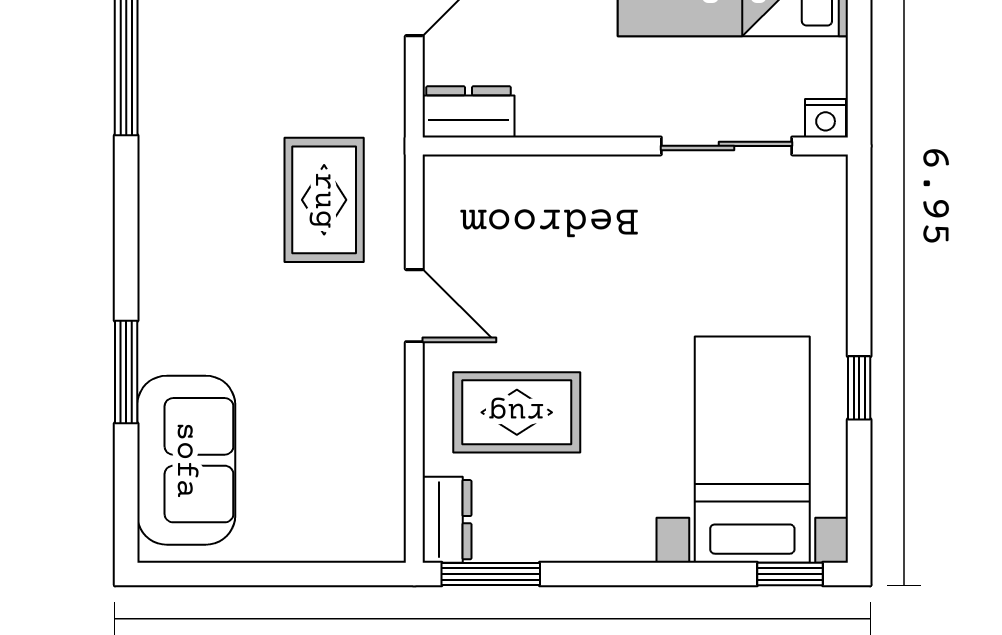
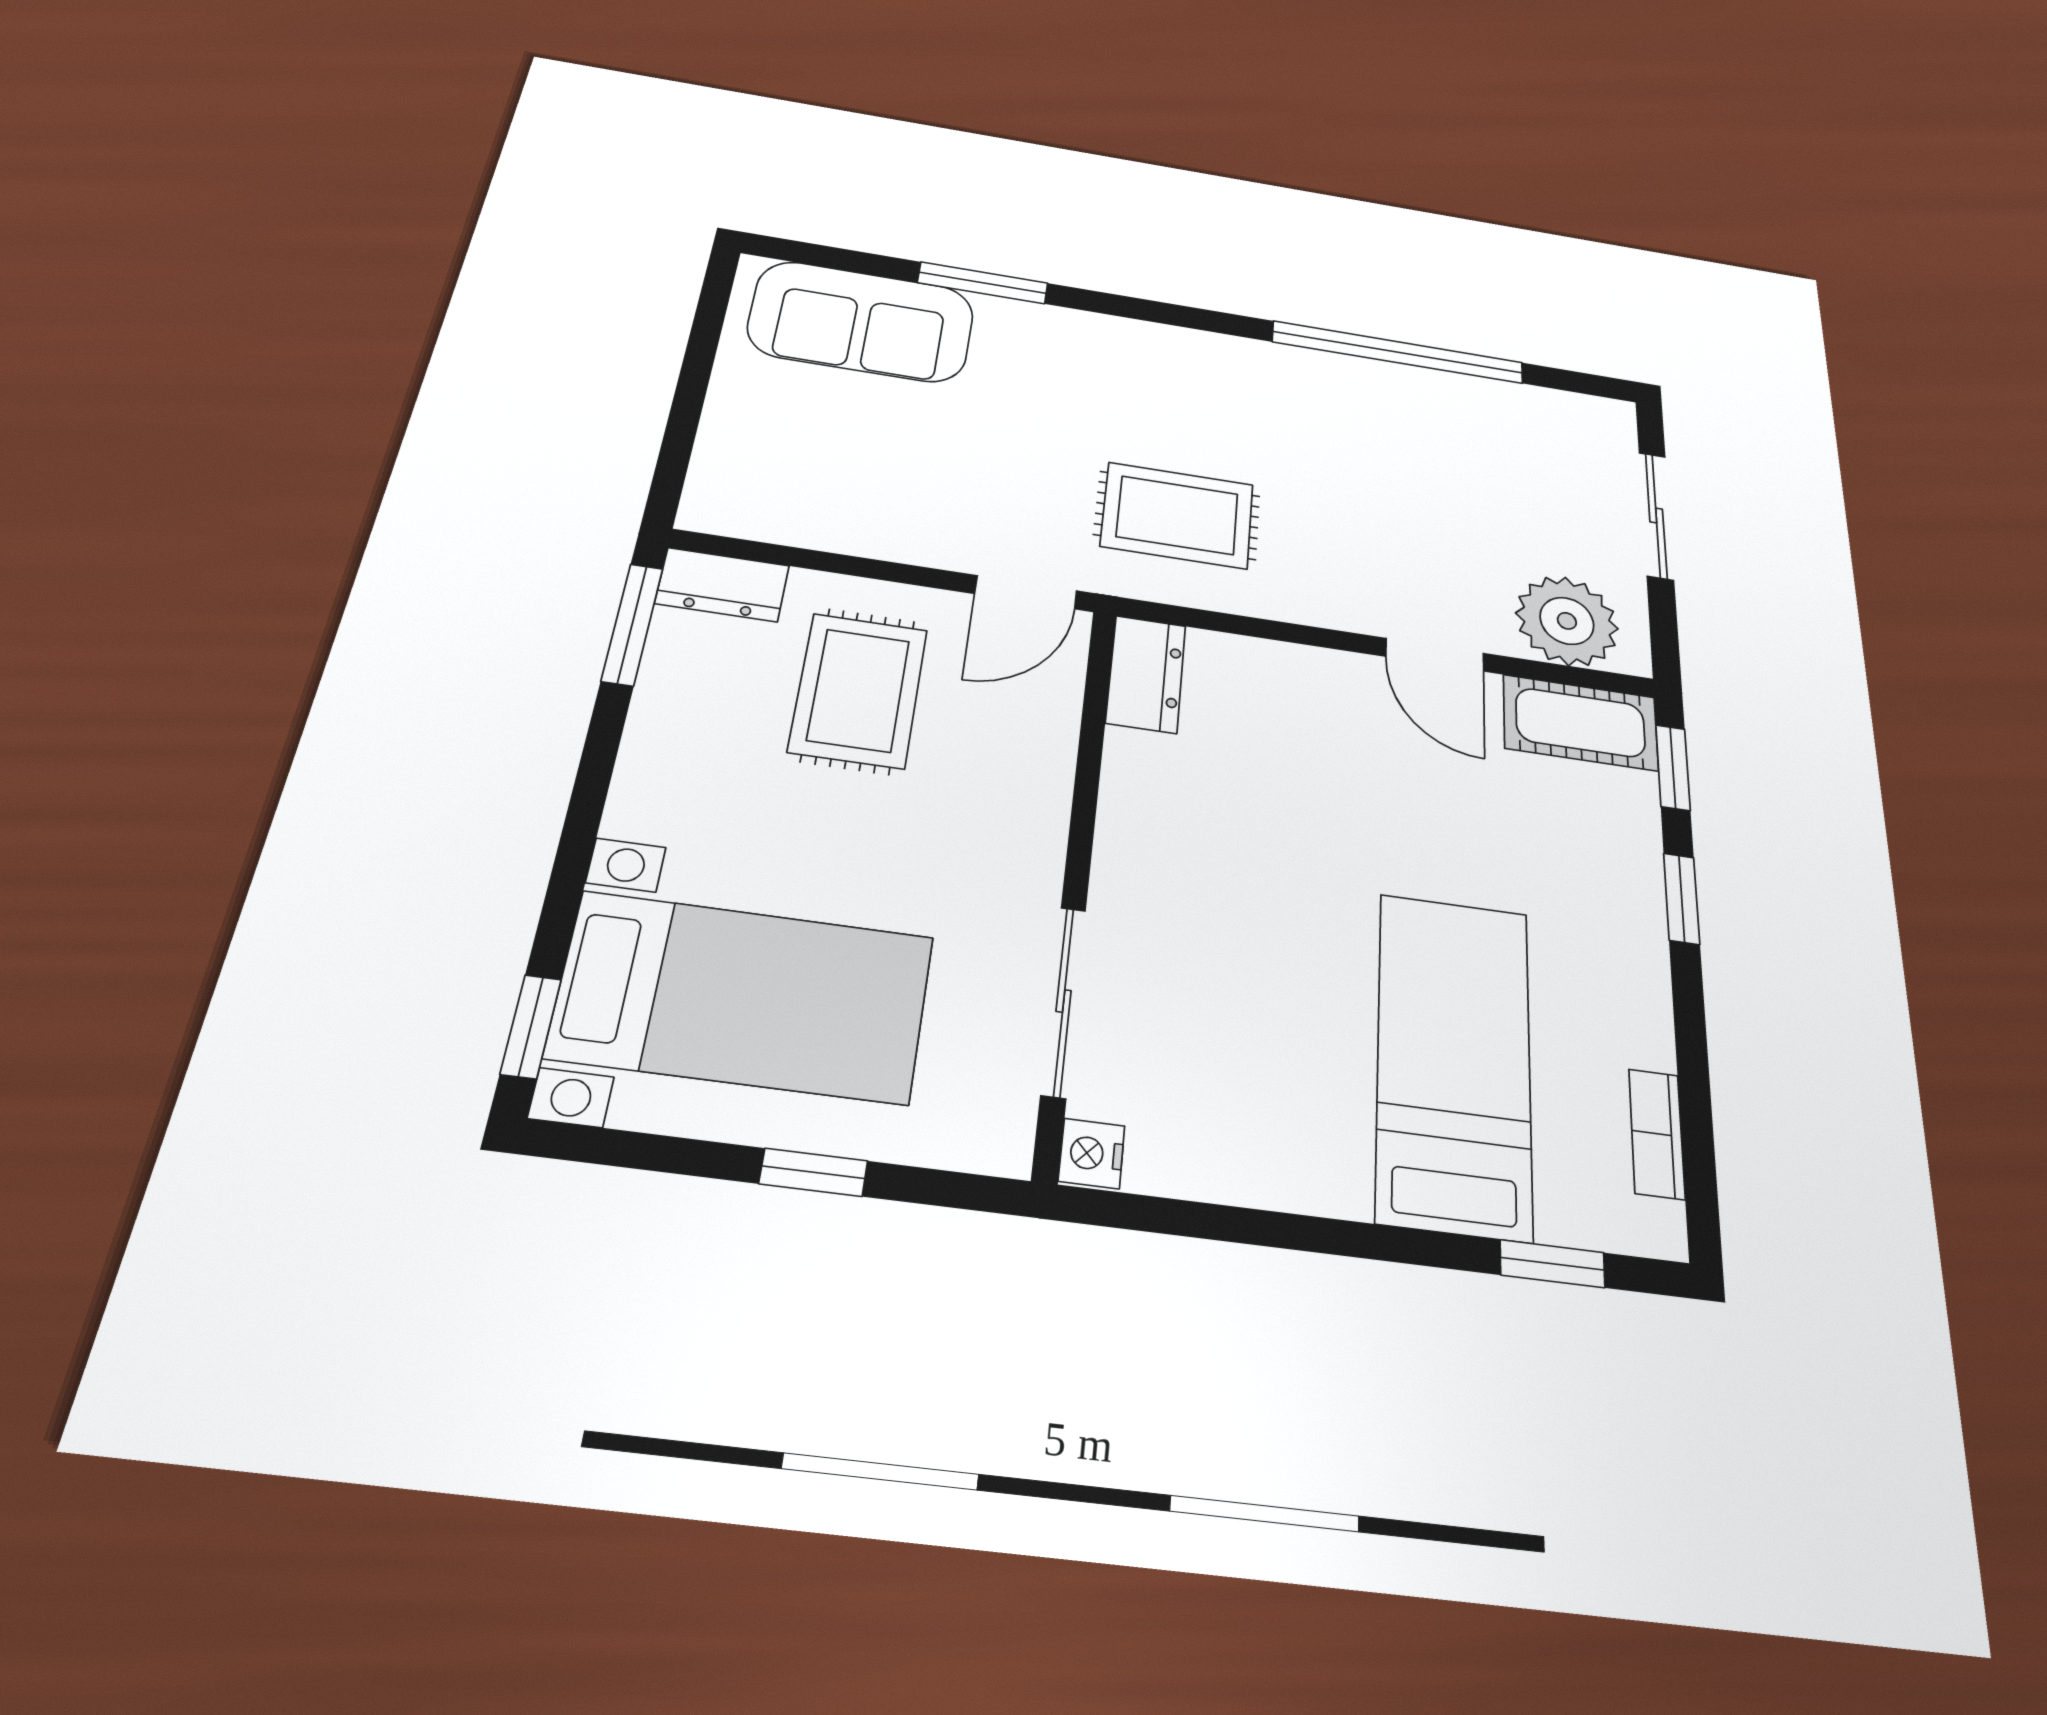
dresser: (468, 112) -> (1146, 674), moved
nightstand: (826, 118) -> (1092, 1153), moved
wall: (635, 146) -> (1077, 875), moved
sliding door: (727, 146) -> (1064, 1001), moved

